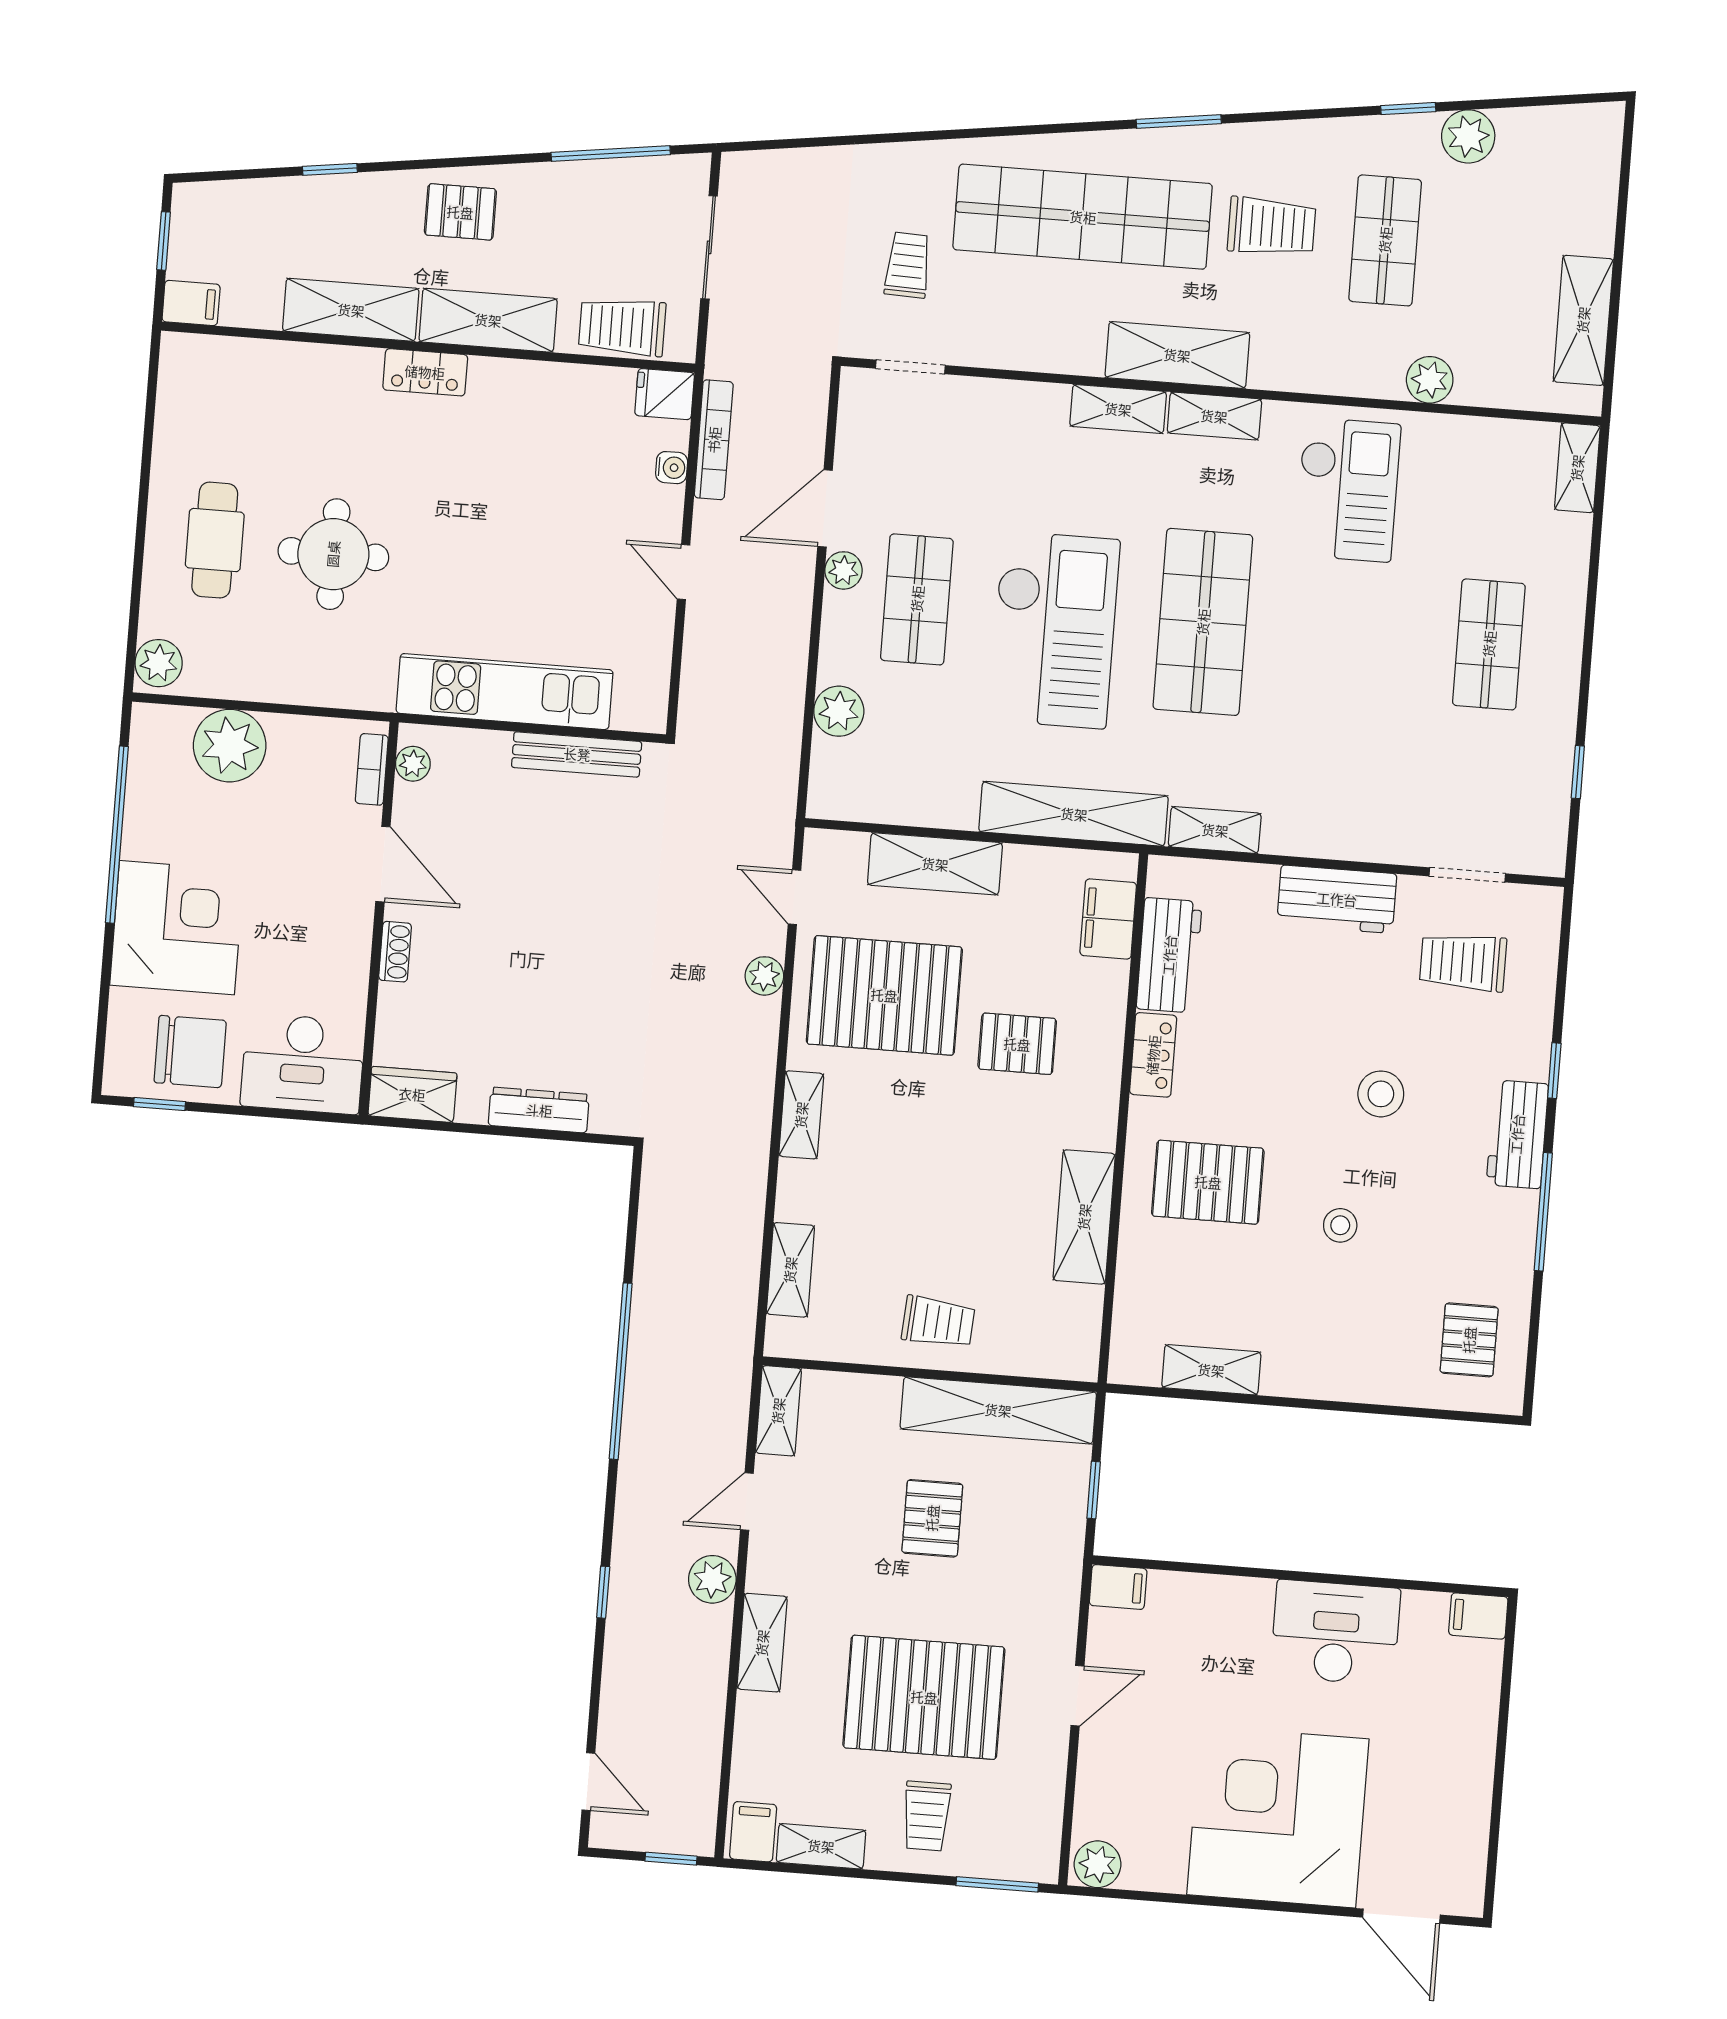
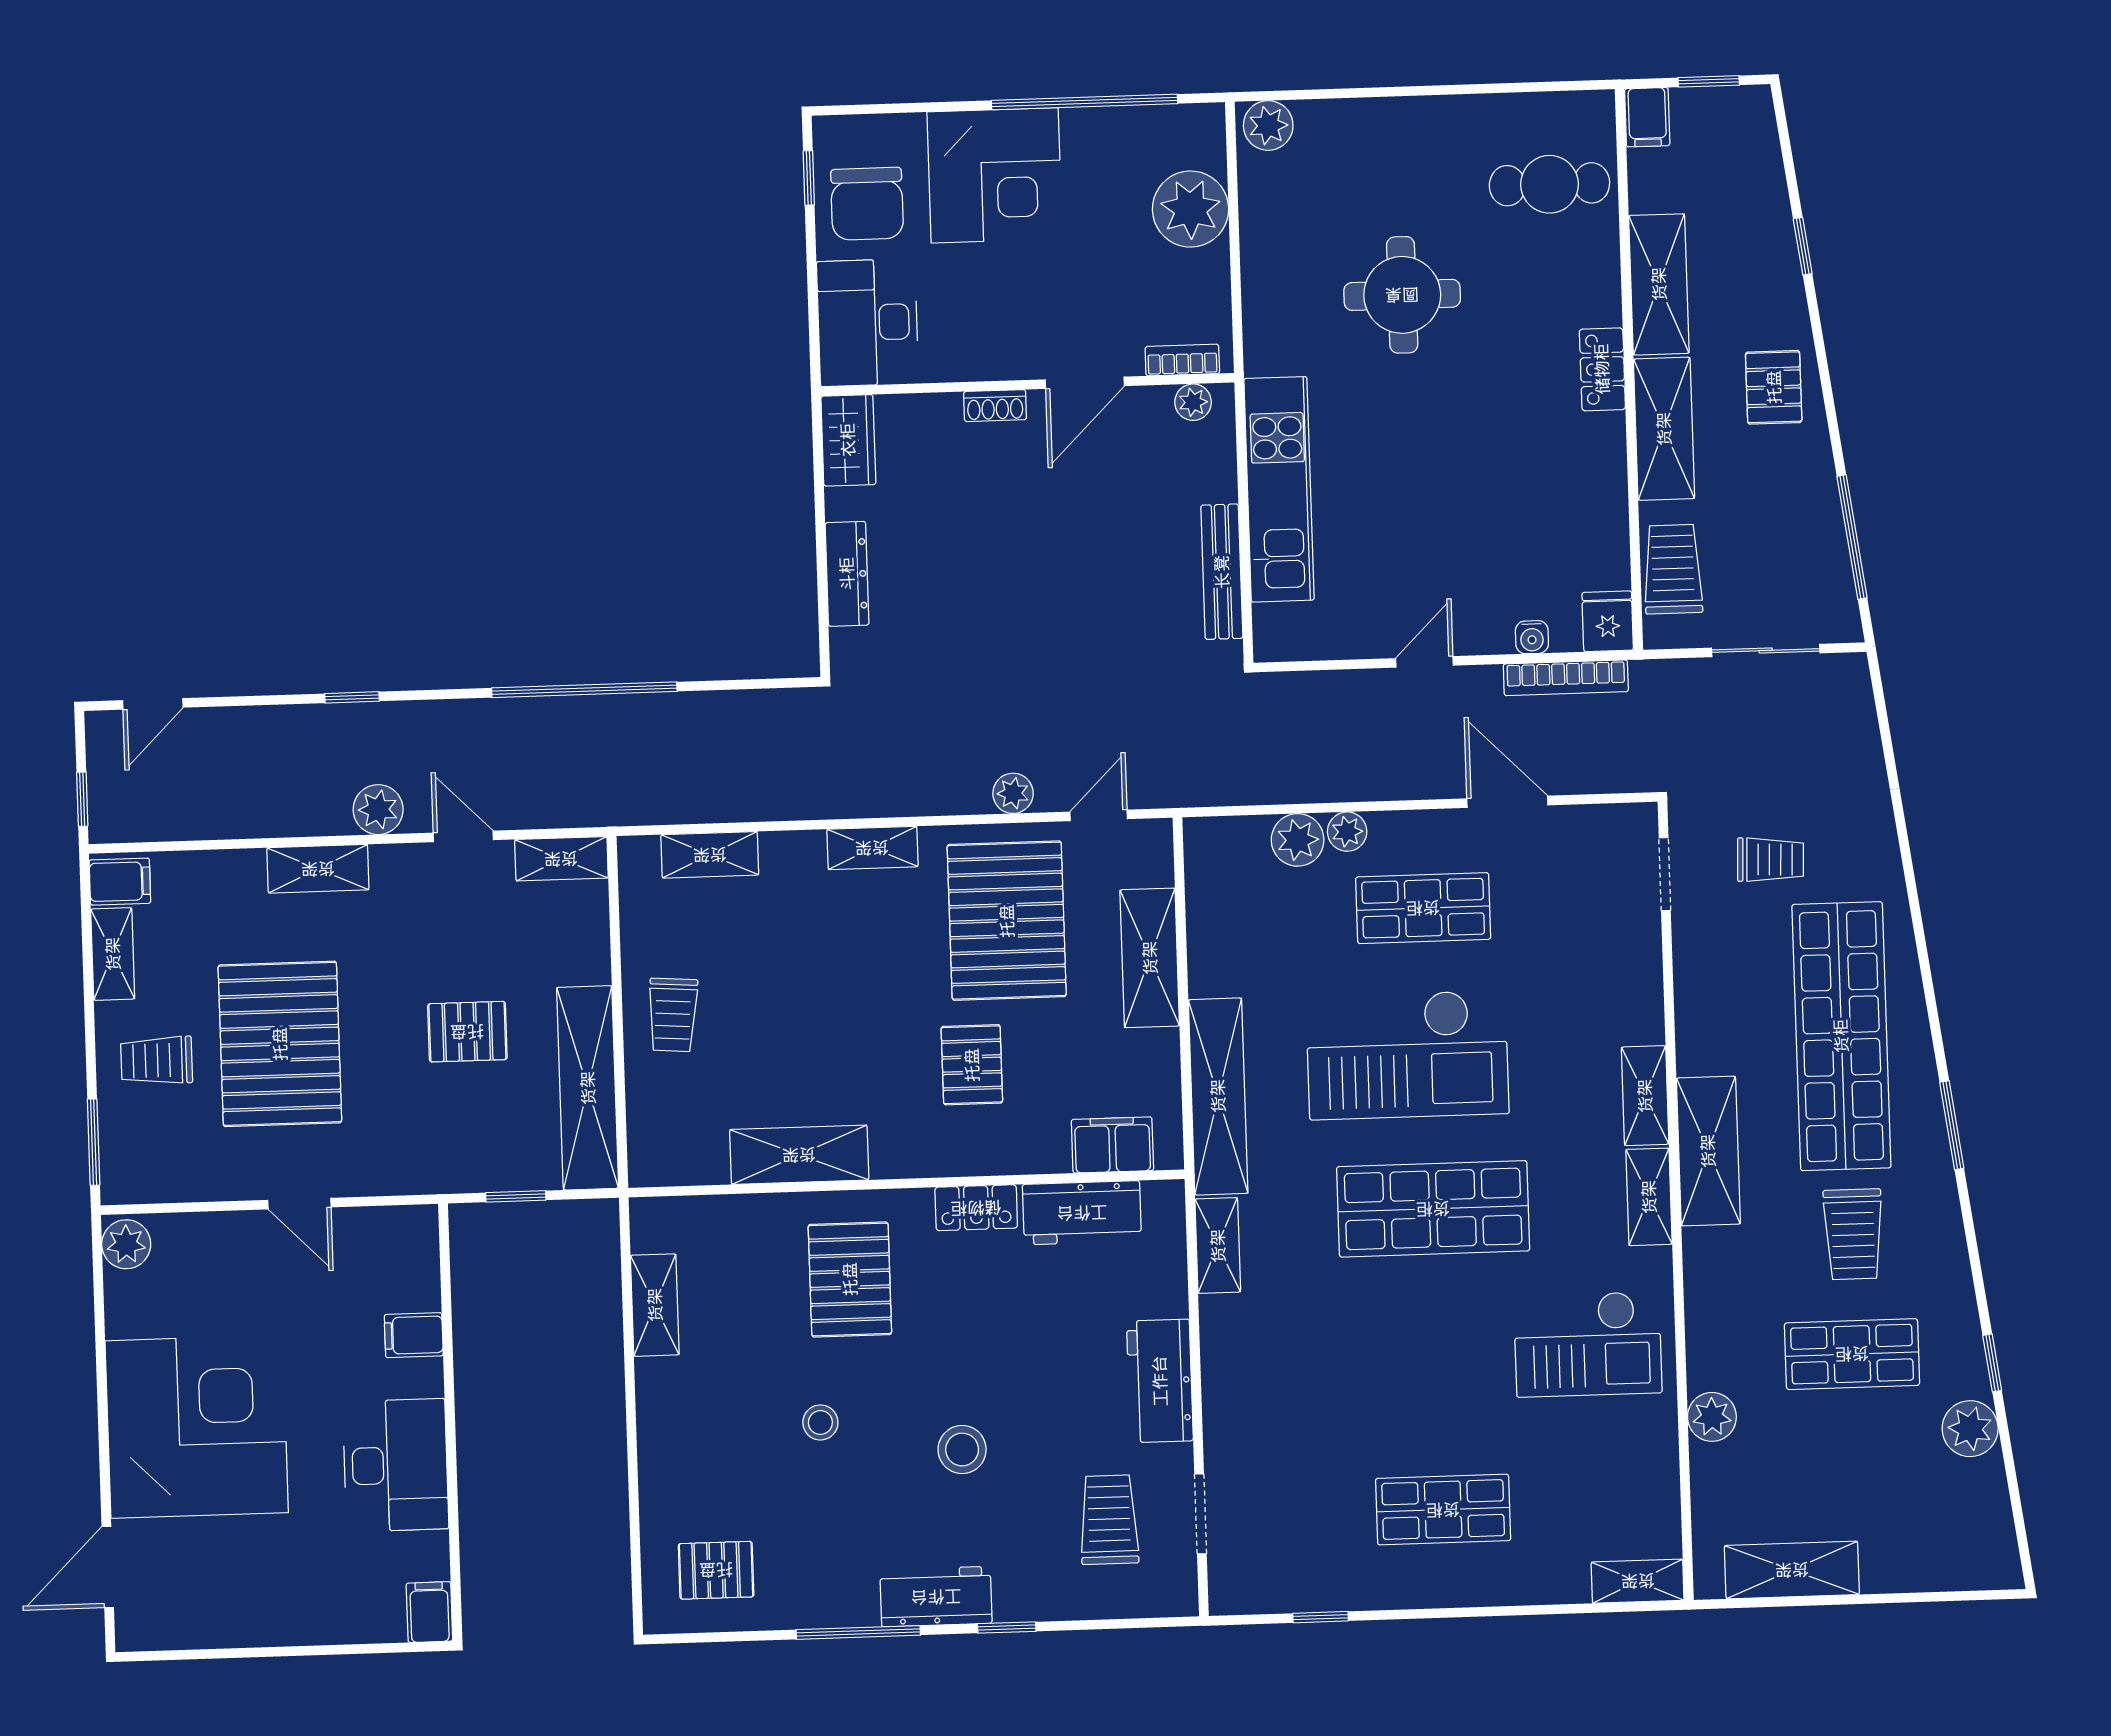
cafe table: (215, 540) -> (1549, 184), moved
plant: (844, 570) -> (1347, 832), moved
filing cabinet: (1118, 1587) -> (414, 1335), moved, turned 90

